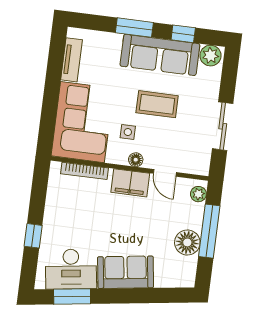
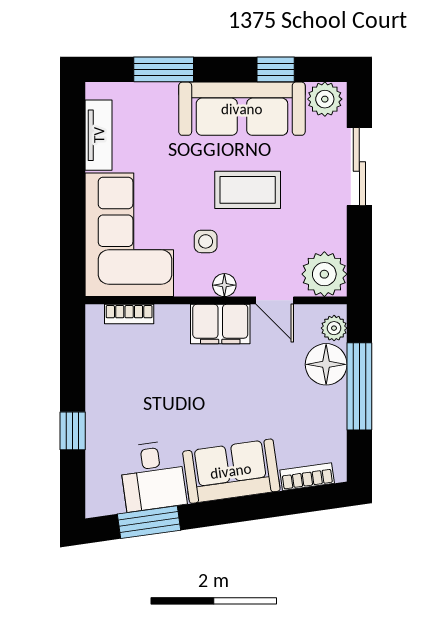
window: (134, 28) -> (164, 69), moved
sliding door: (223, 126) -> (359, 167), moved
plant: (197, 161) -> (324, 274), added
bookcase: (84, 171) -> (129, 314), width x0.64
floor lamp: (187, 242) -> (326, 364), moved
desk: (71, 269) -> (153, 476), width x0.73
bookcase: (171, 281) -> (307, 477), added

